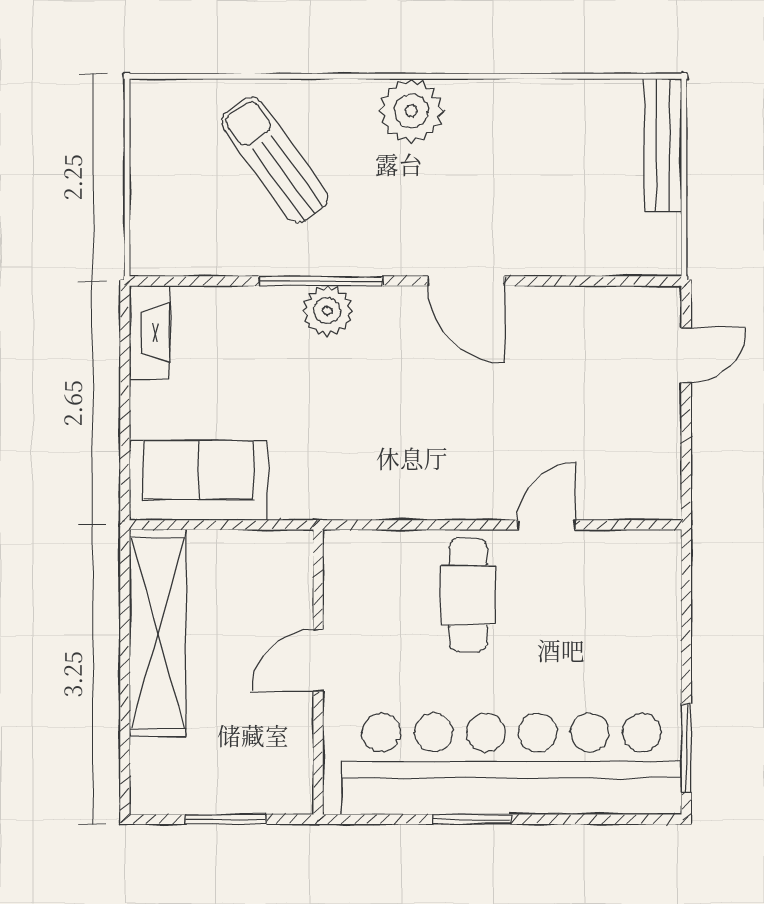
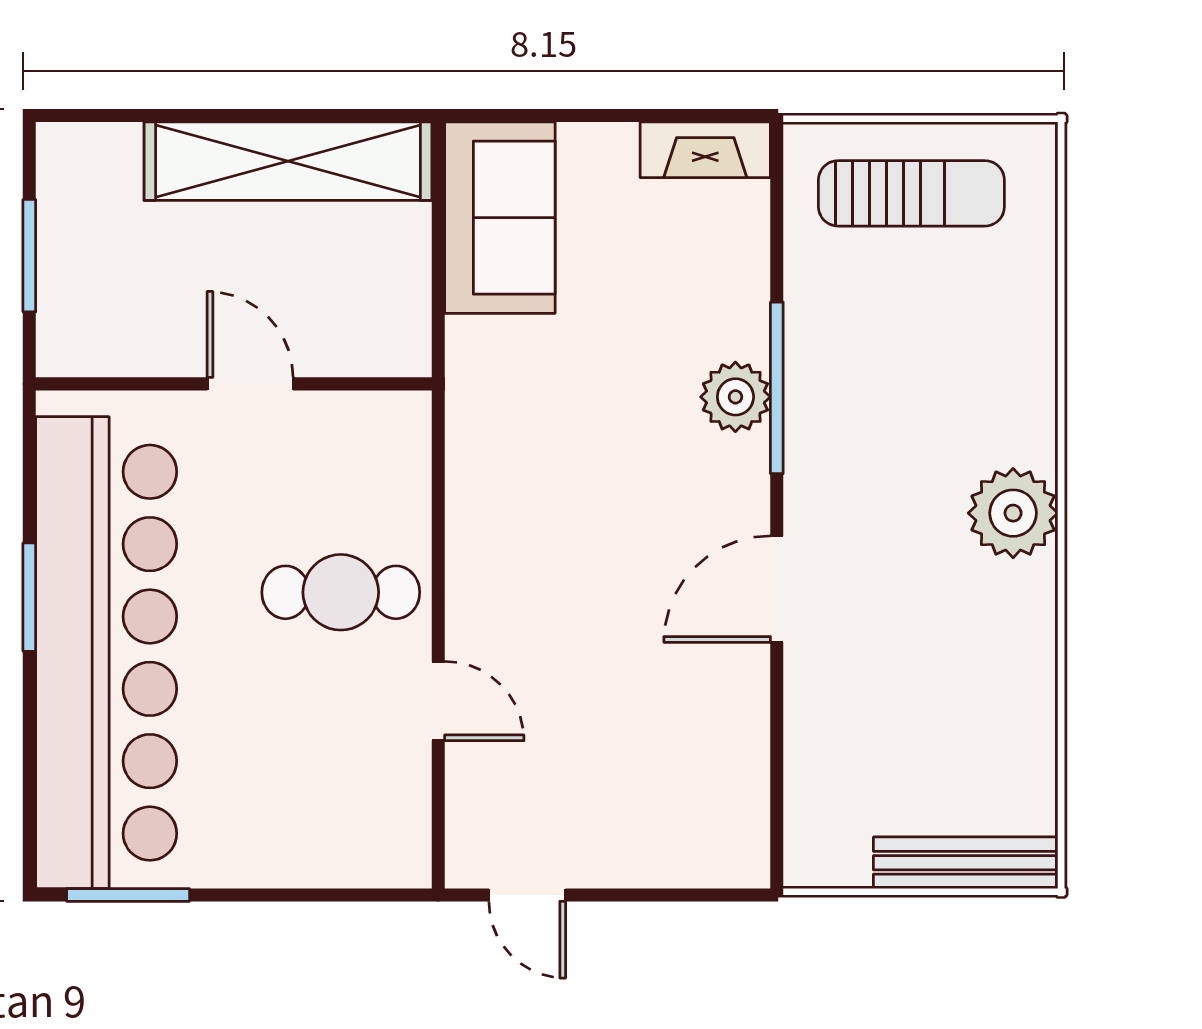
sun lounger: (275, 160) -> (911, 193), moved, turned 36
door: (686, 355) -> (527, 895), moved

